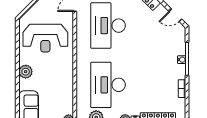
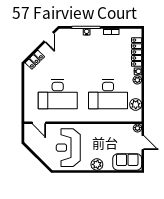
reception desk: (45, 38) -> (68, 148), turned 180

